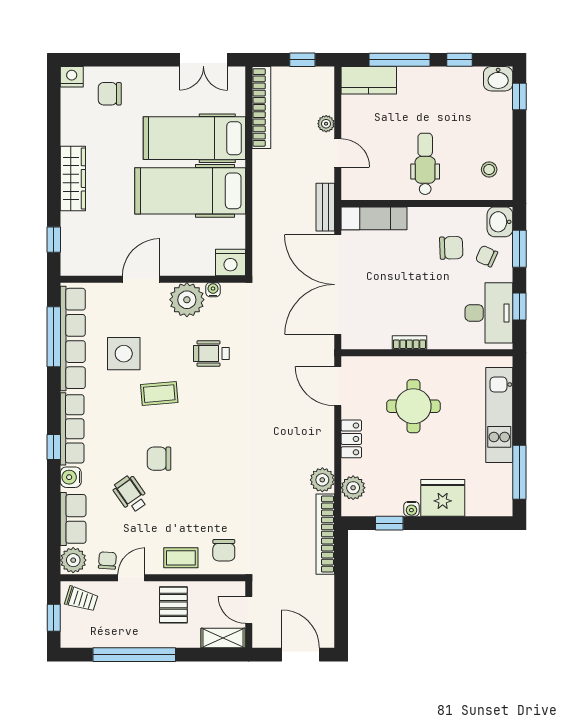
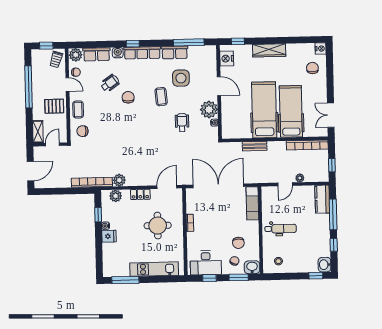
bench: (325, 207) -> (255, 146), moved
nightstand: (230, 263) -> (227, 59), moved
row of seats: (73, 338) -> (175, 52), width x0.50
fridge: (443, 498) -> (109, 236), width x0.53, depth x0.75

